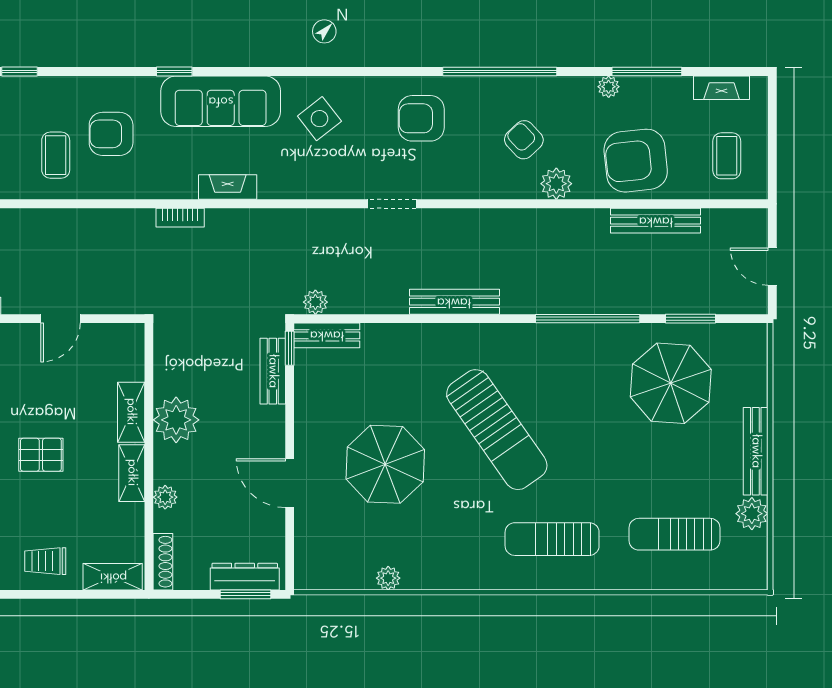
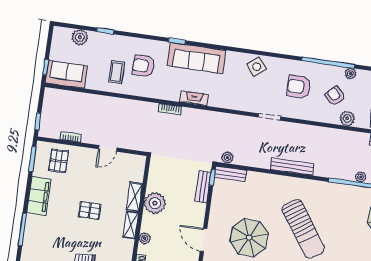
plant: (550, 88) -> (350, 73), added
armchair: (421, 118) -> (299, 87), moved
side table: (319, 119) -> (257, 67), moved
plant: (602, 303) -> (361, 177), added

